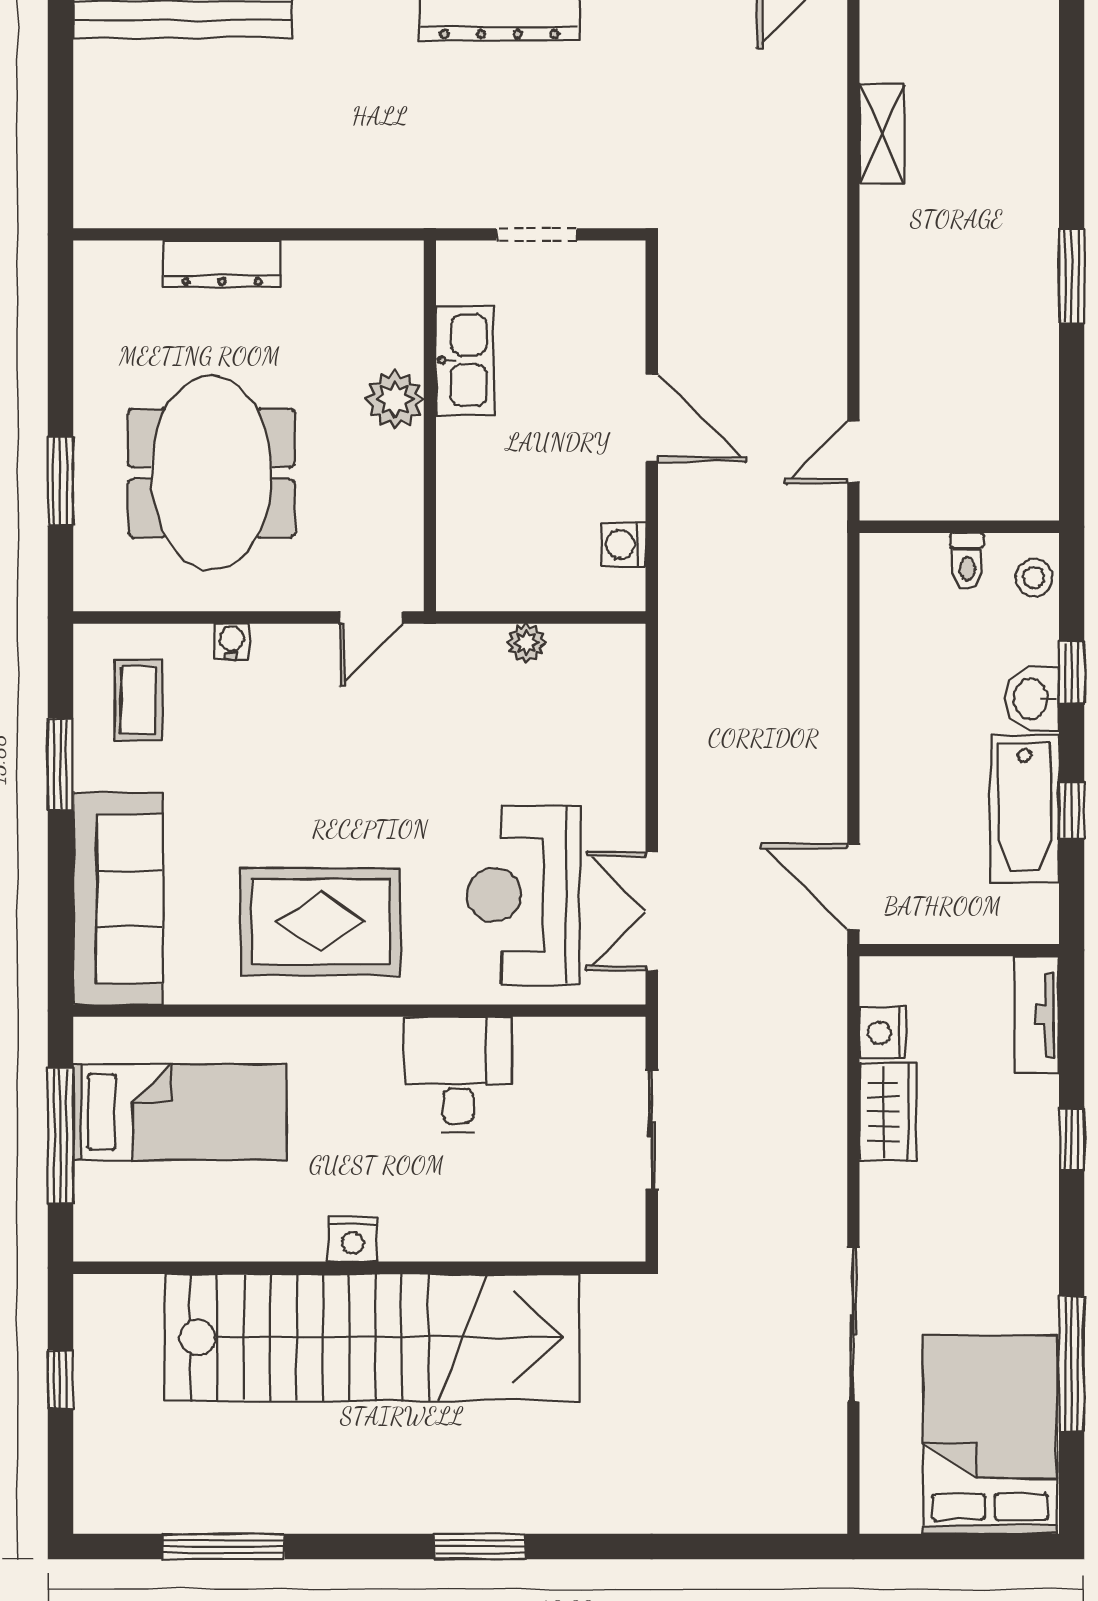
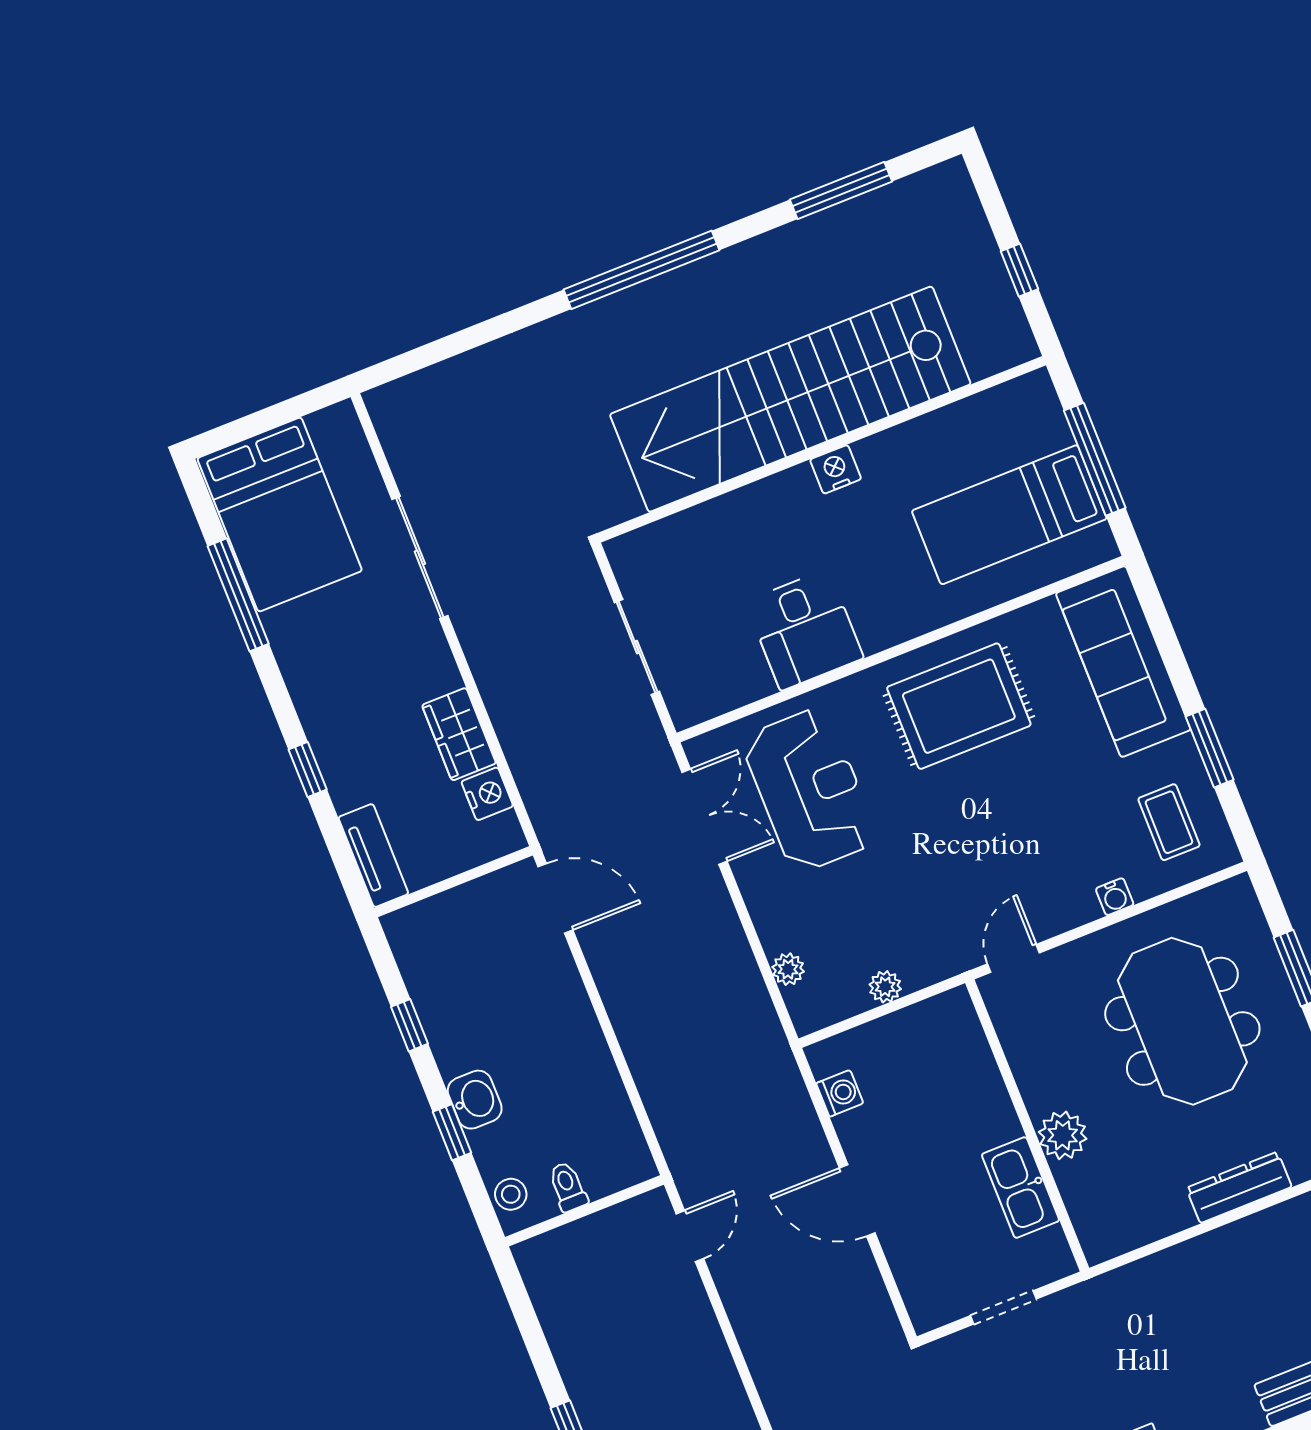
plant: (626, 705) -> (788, 969), added
bathtub: (1024, 808) -> (447, 1012), removed
window: (480, 1547) -> (642, 270), width x2.11

